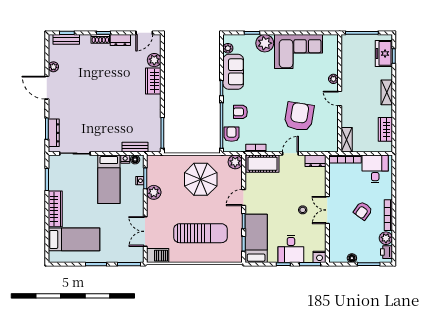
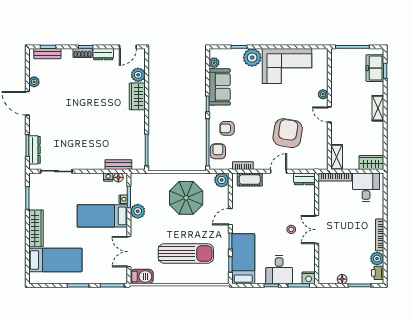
wardrobe: (385, 129) -> (371, 163), moved, turned 90
cot: (262, 164) -> (250, 179), width x0.73, depth x0.75
bed: (109, 179) -> (102, 216), moved, turned 90
armchair: (363, 211) -> (353, 230), removed

